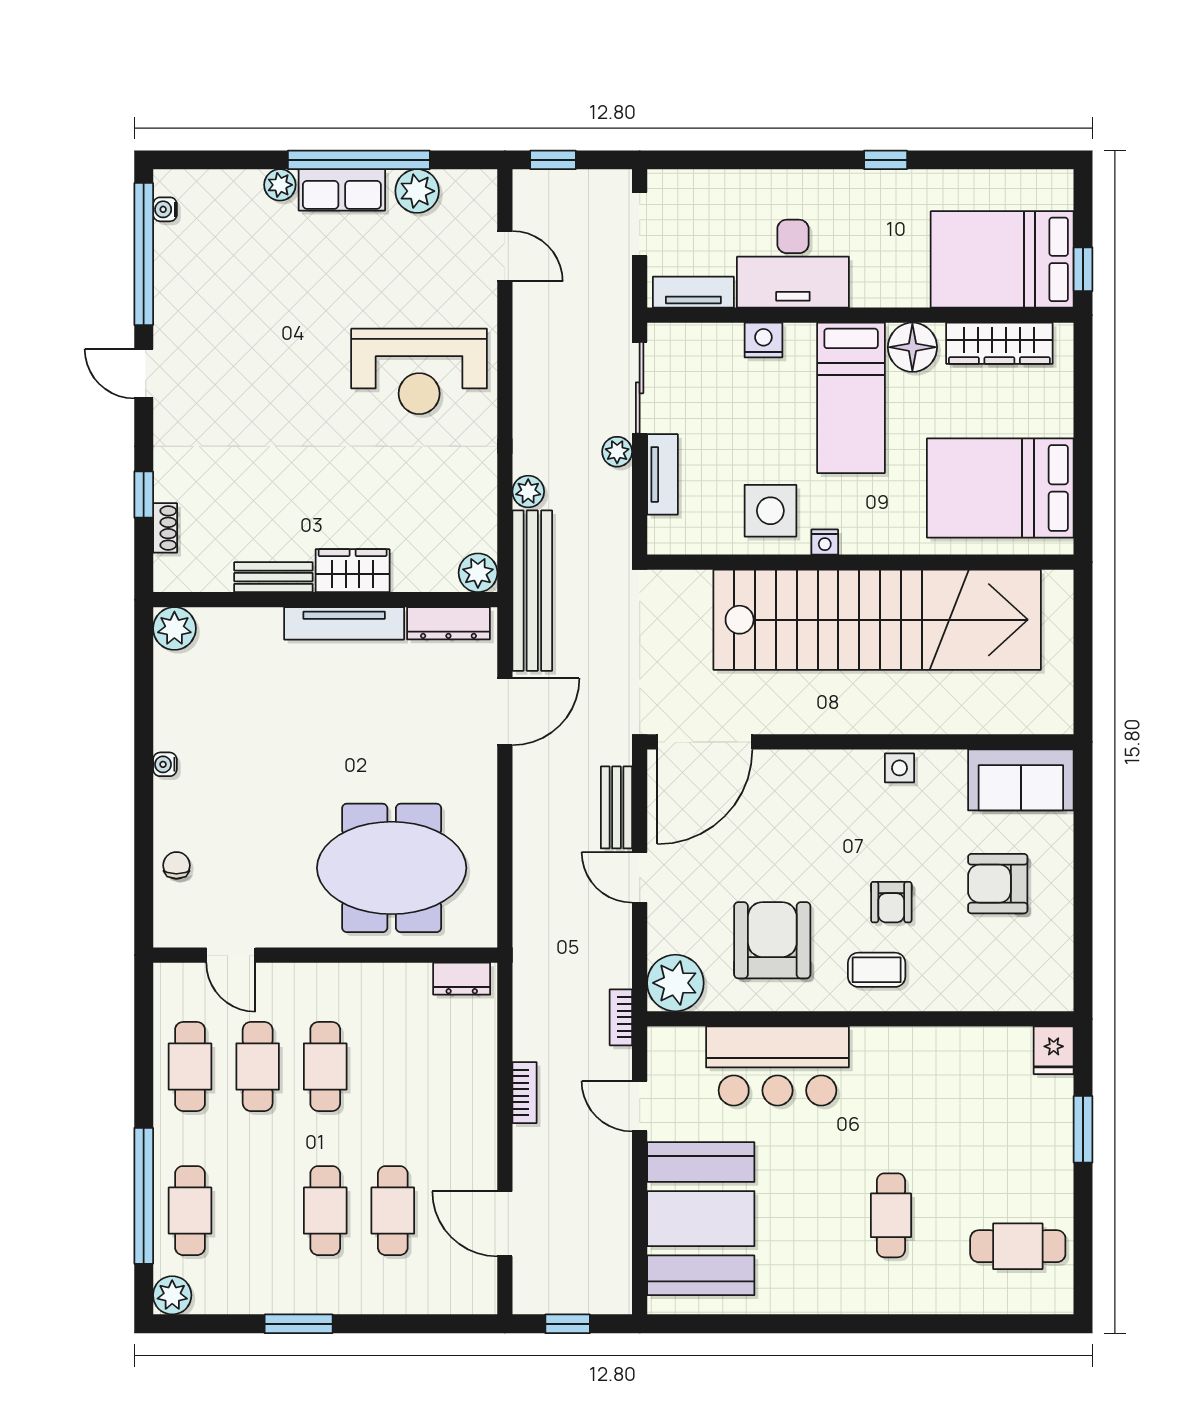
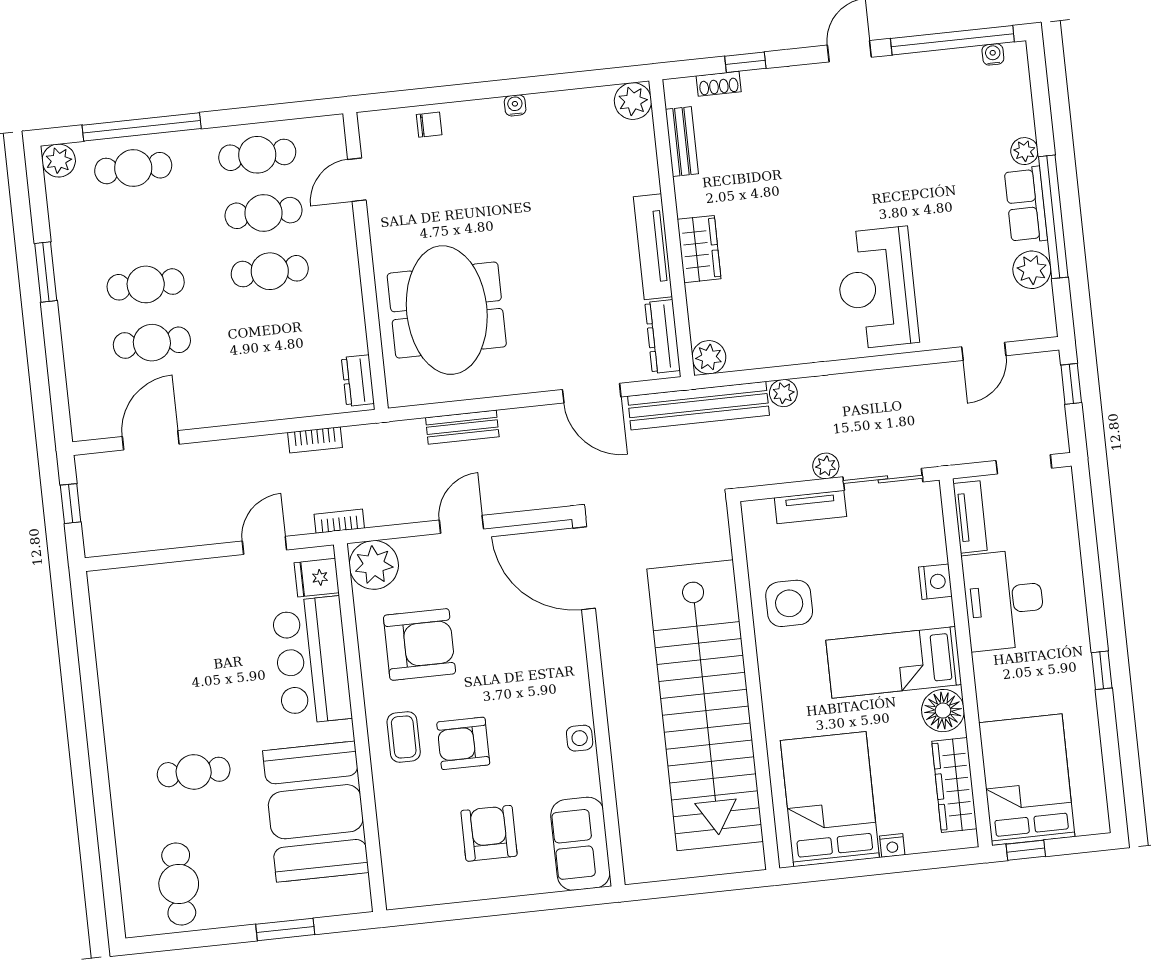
nightstand: (825, 542) -> (892, 845), moved, turned -90
bench: (273, 577) -> (682, 142), moved
bench: (616, 807) -> (462, 427), moved
armchair: (891, 902) -> (463, 743), width x1.38, depth x1.38
fridge: (1054, 1050) -> (317, 578), moved
bookcase: (525, 1093) -> (315, 440), moved
booth: (701, 1219) -> (316, 812), moved, turned 90

